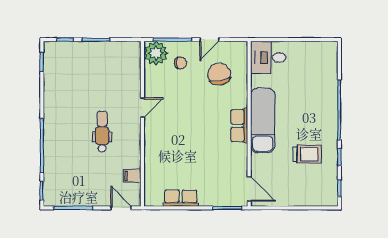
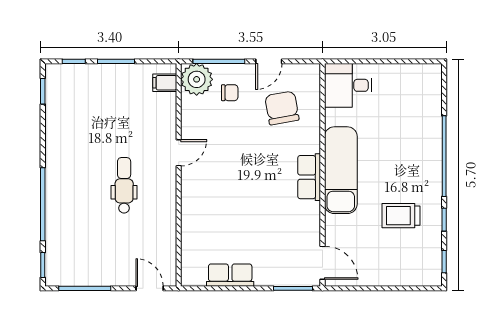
trolley: (307, 154) -> (401, 216), turned 180
filing cabinet: (132, 176) -> (165, 83), moved

